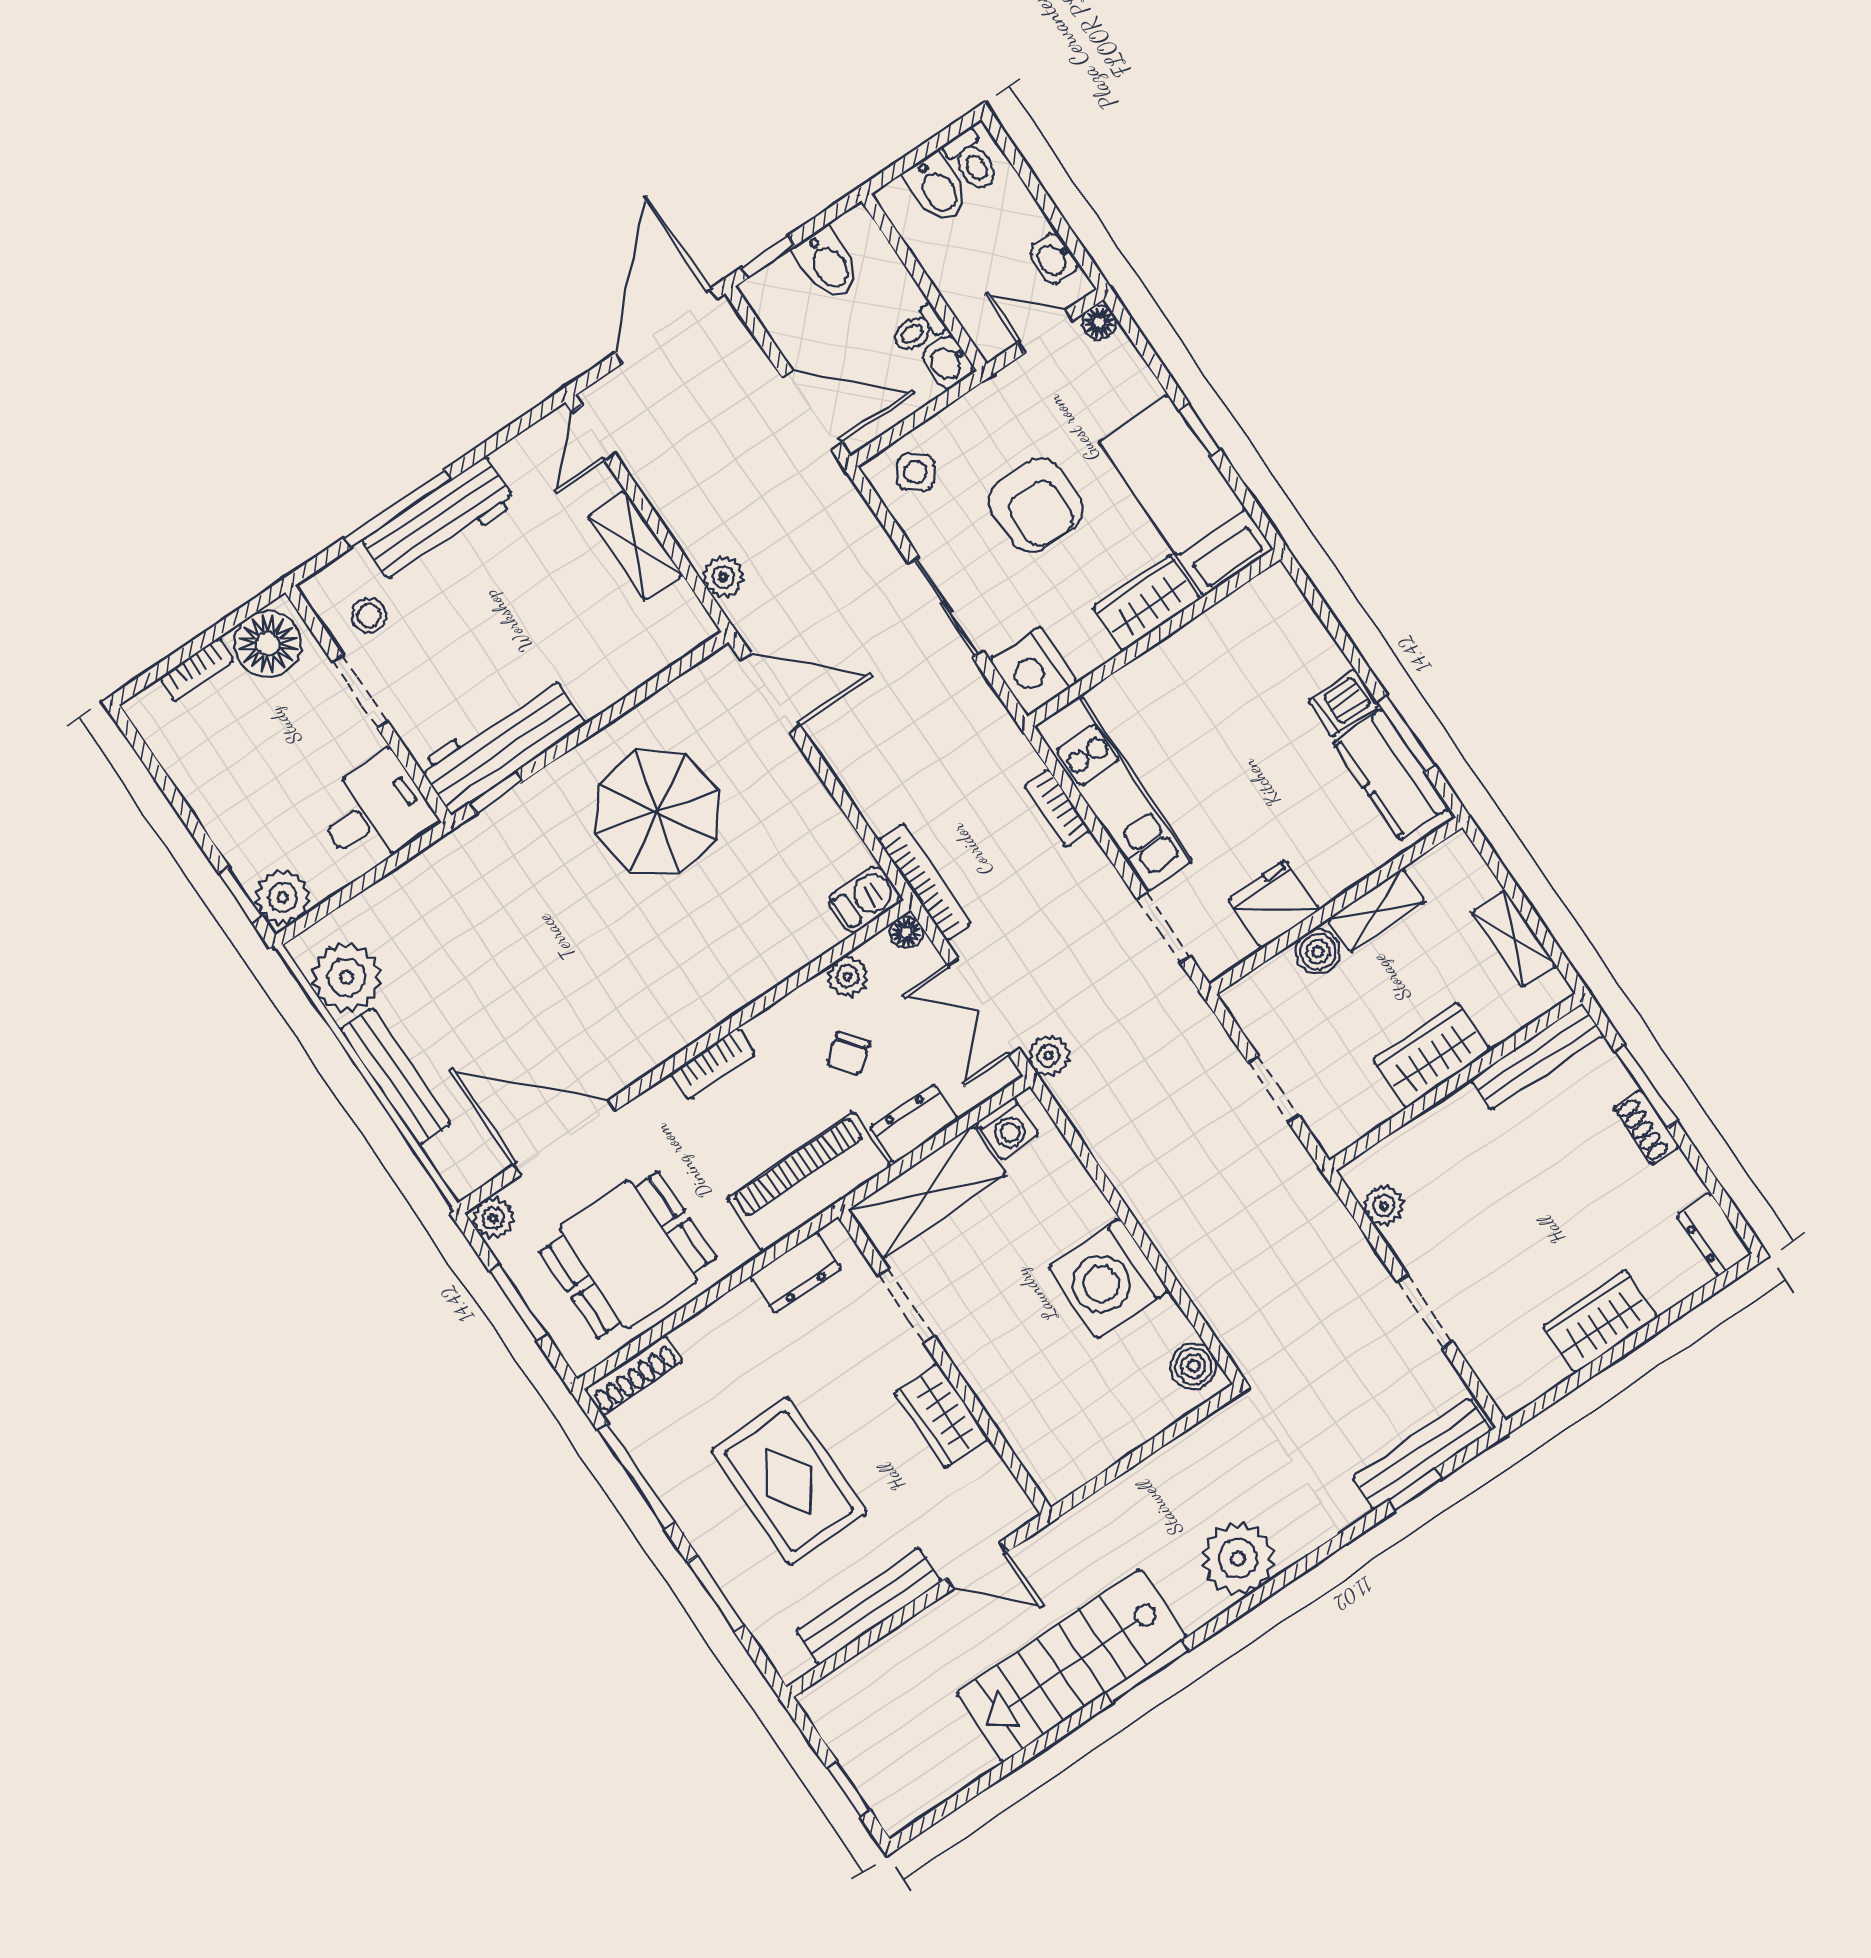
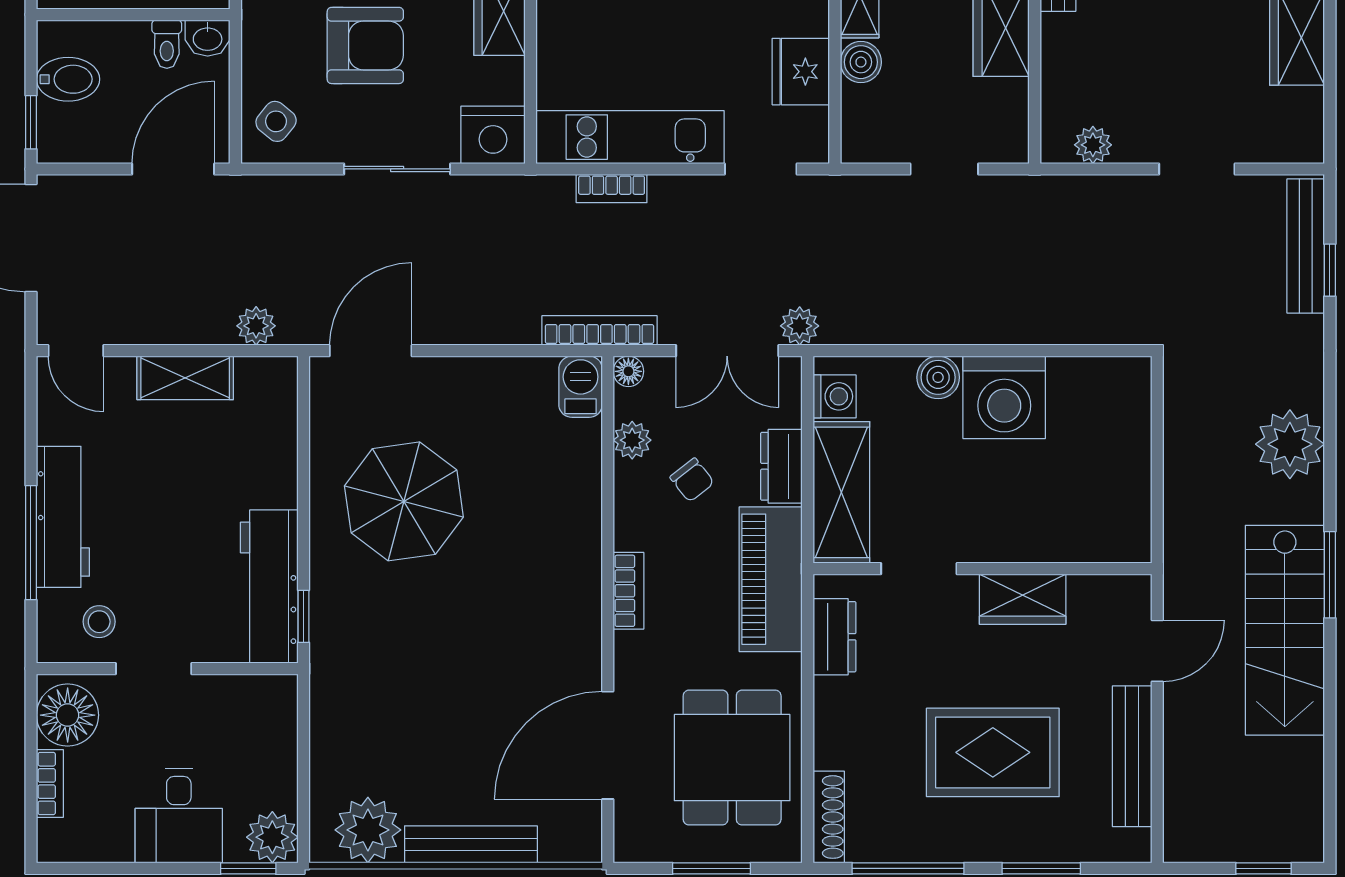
desk: (374, 812) -> (179, 816), moved, turned 180
plant: (493, 1218) -> (632, 843), removed
boiler: (1193, 1366) -> (938, 377), moved

